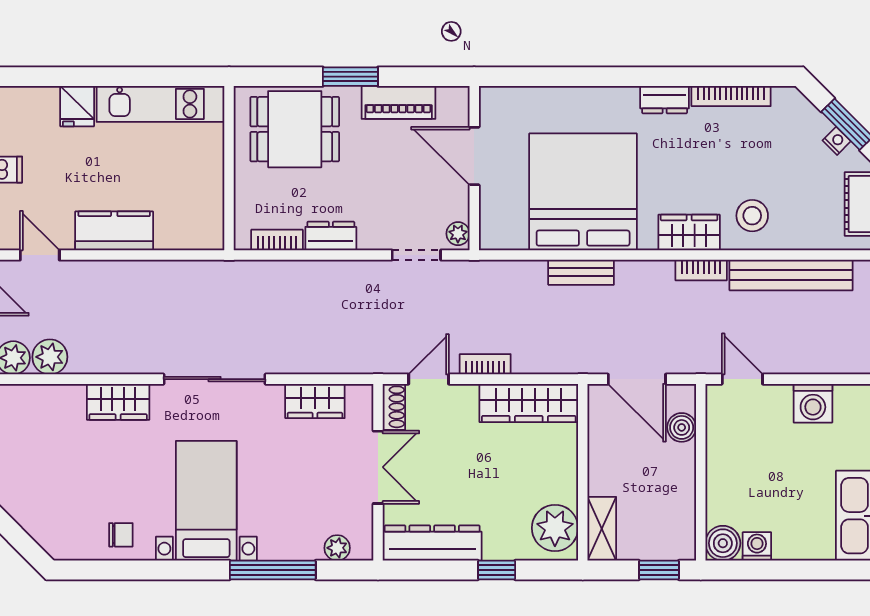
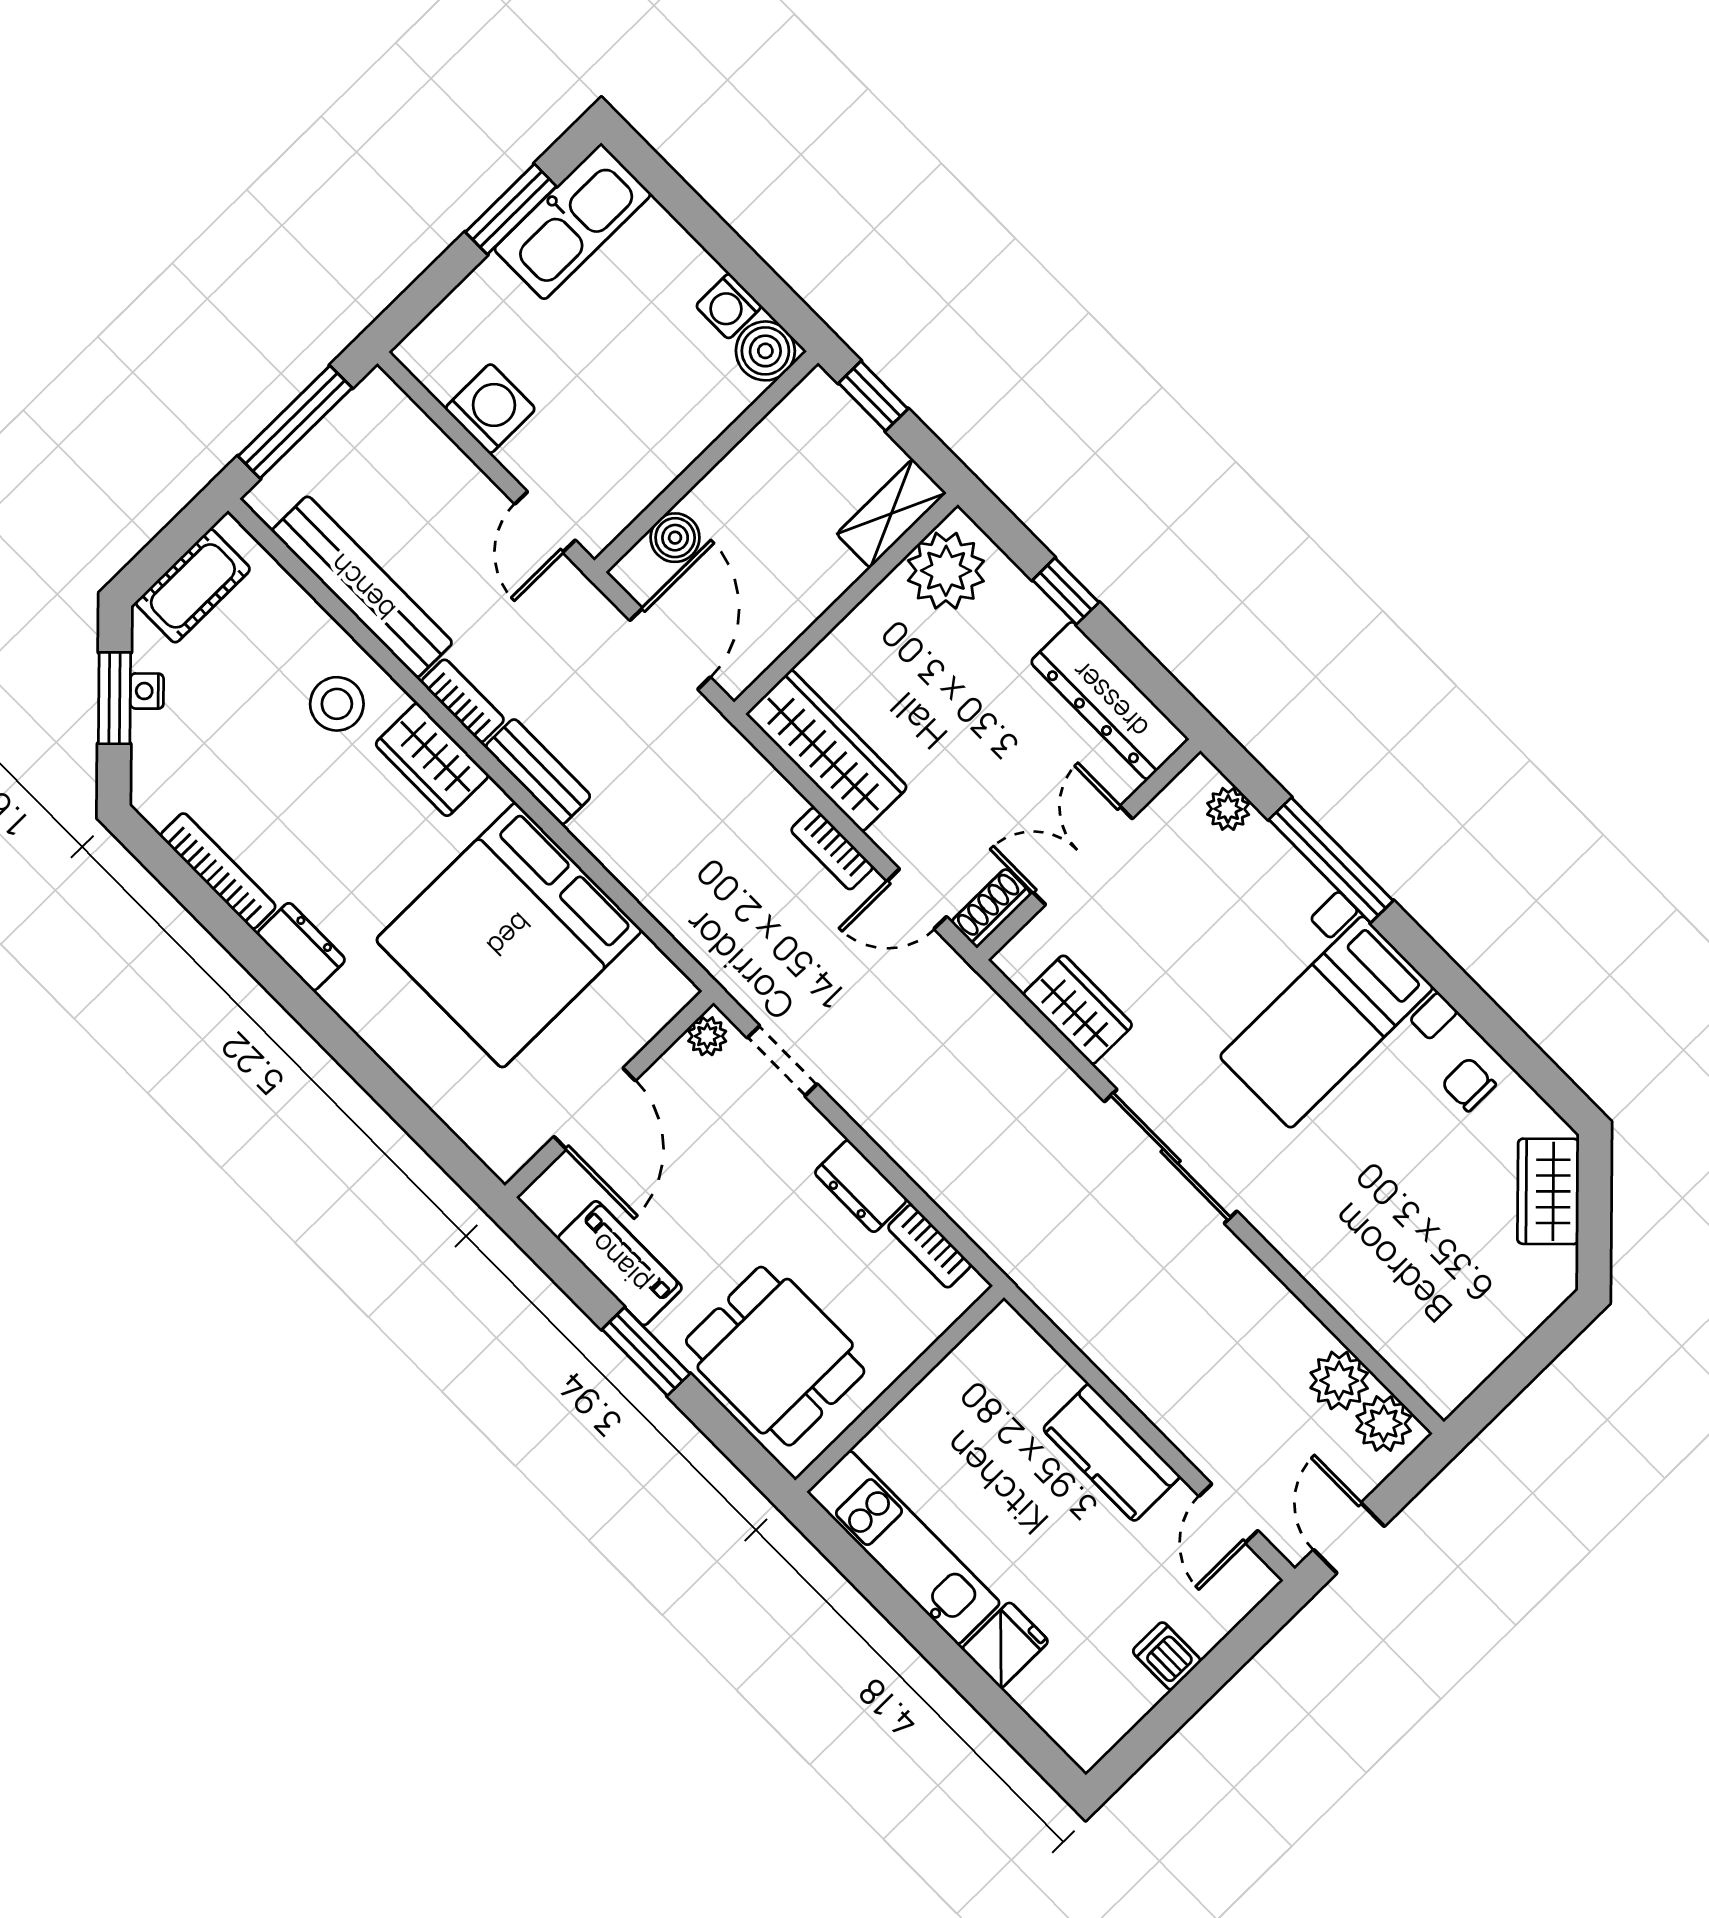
bench: (581, 272) -> (538, 772), moved
wardrobe: (118, 402) -> (1548, 1191), moved, turned -135

